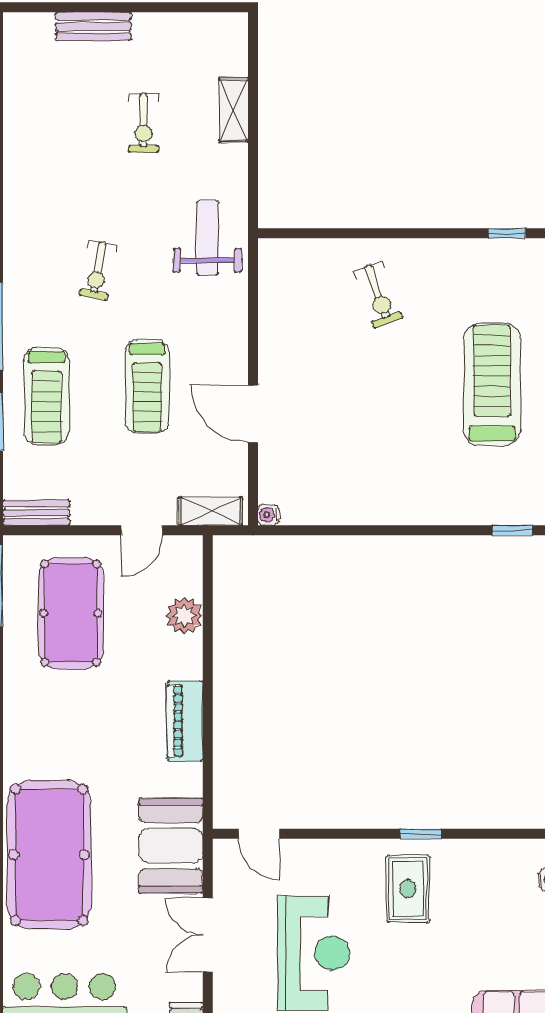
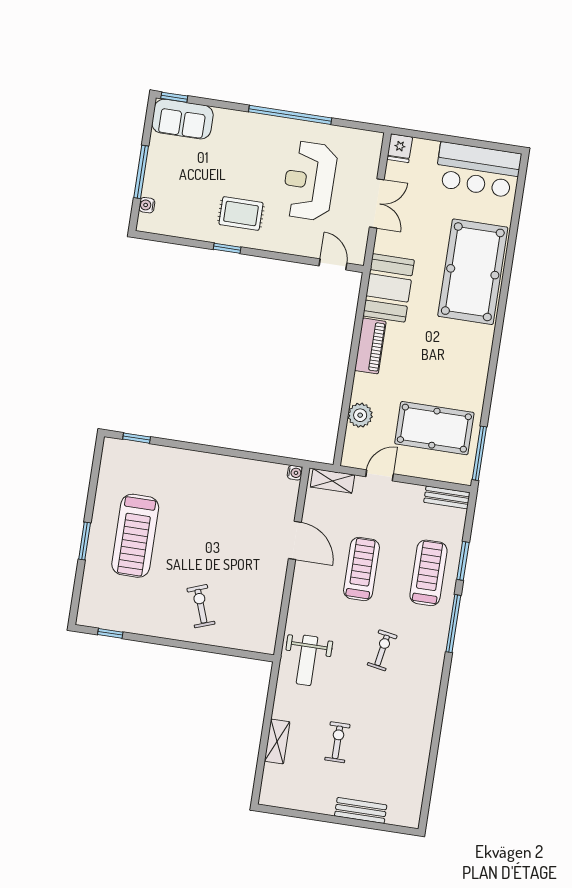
pool table: (71, 613) -> (434, 428), turned 90
booth: (171, 846) -> (389, 288), moved
rug: (408, 889) -> (241, 214), turned 90

